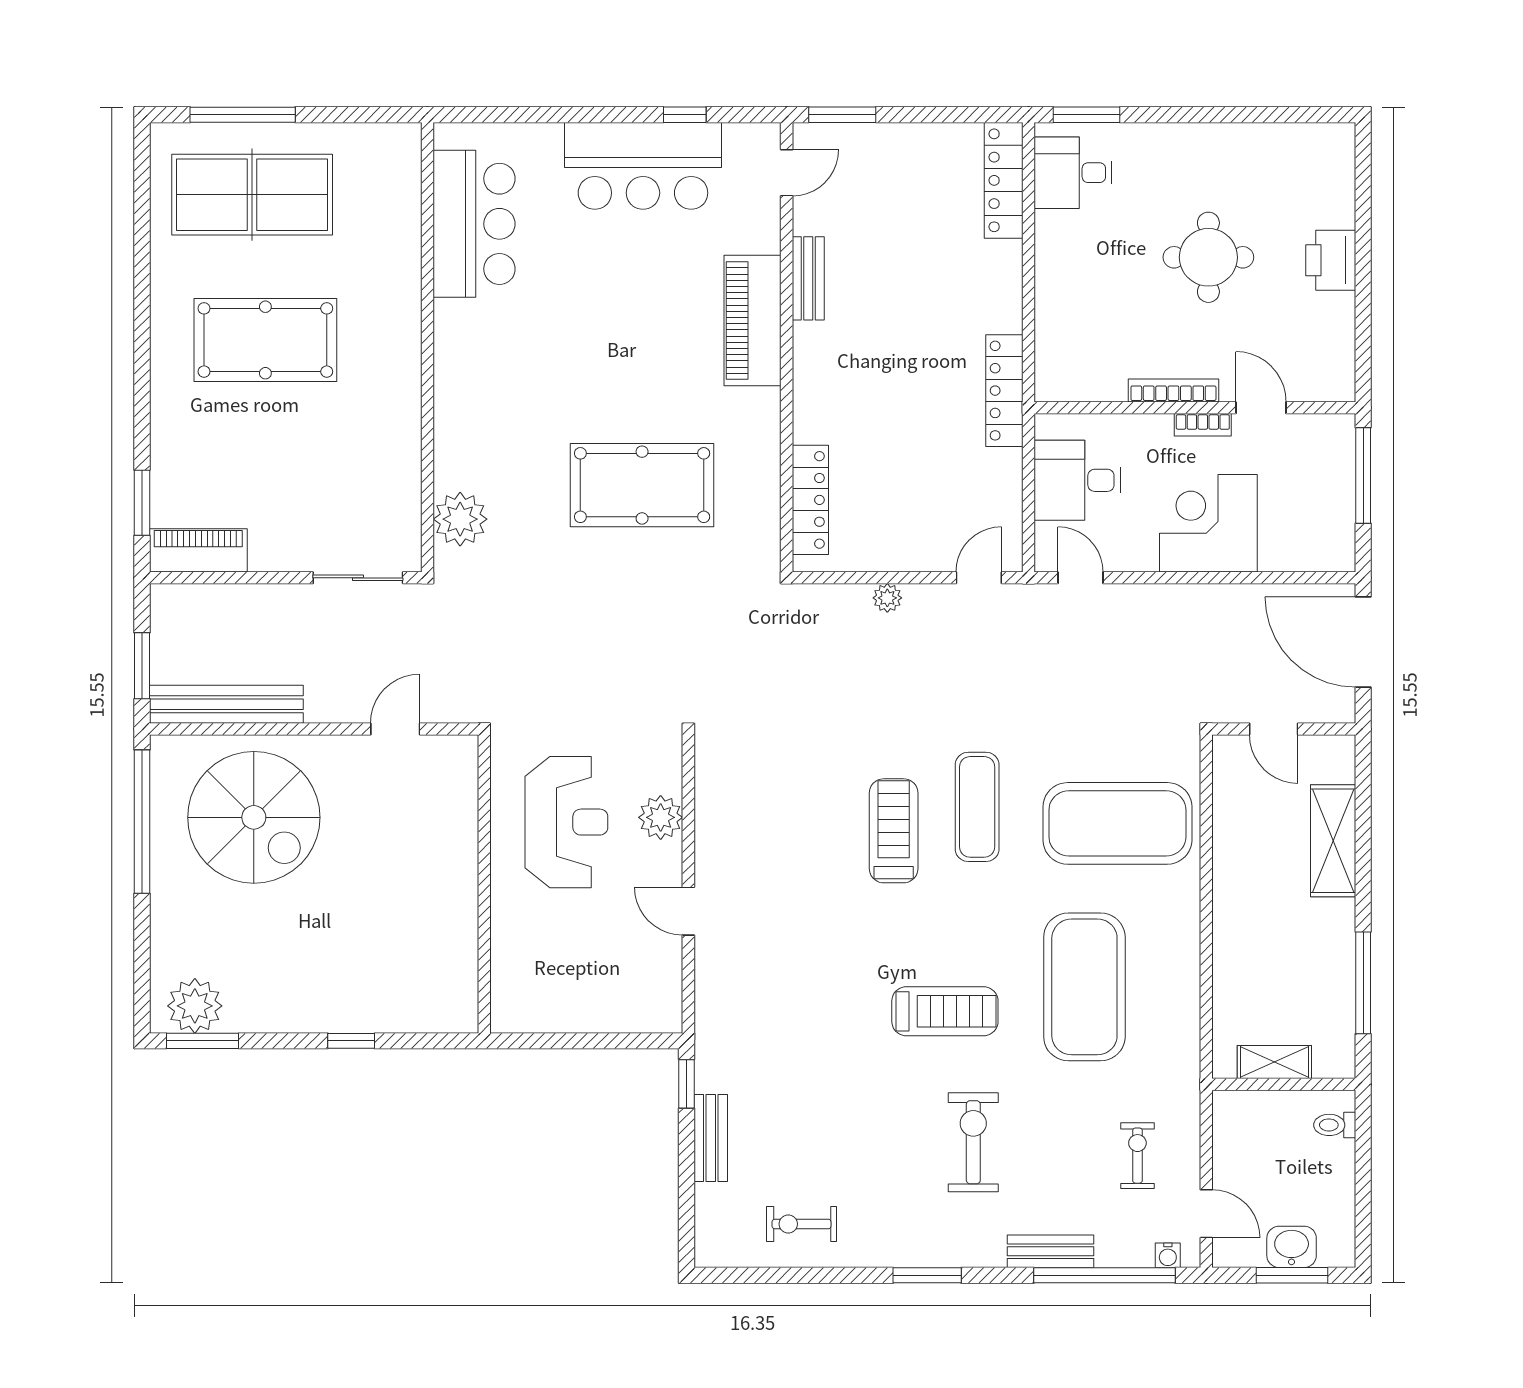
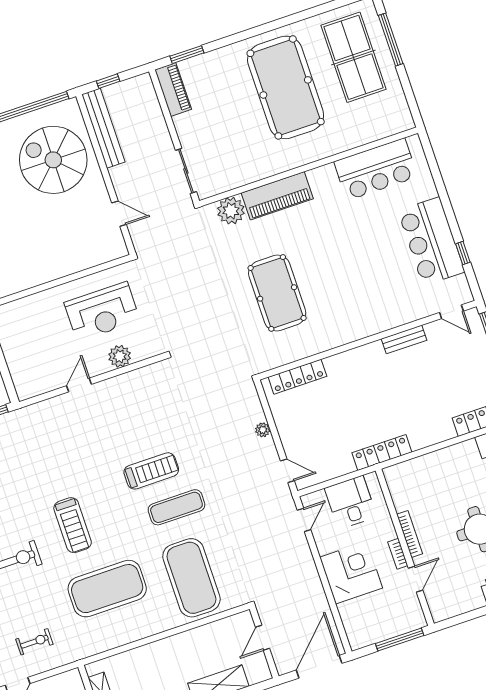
piano: (753, 321) -> (277, 196), moved, turned 180
pool table: (265, 340) -> (286, 87), width x1.36, depth x1.32
window: (142, 666) -> (108, 81), width x0.67
spiral stairs: (254, 817) -> (53, 160), turned 90

